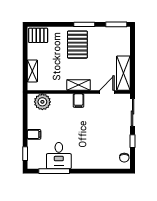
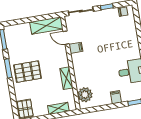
shelving: (79, 85) -> (66, 78), moved
filing cabinet: (78, 101) -> (76, 48), moved

